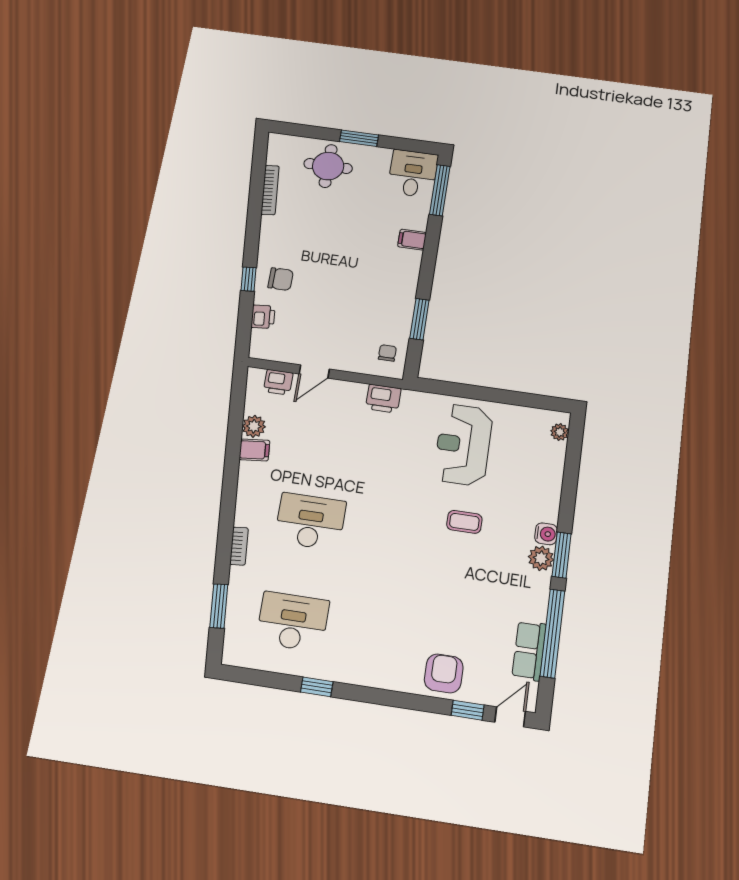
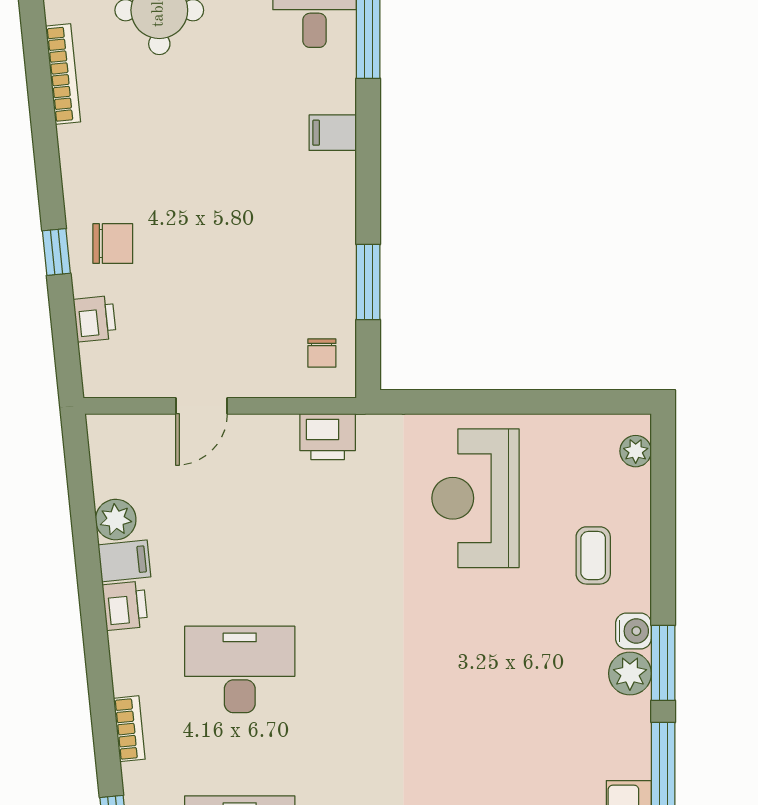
chair: (387, 353) -> (322, 353), turned 180
printer: (278, 382) -> (125, 606), moved, turned -96
coffee table: (464, 522) -> (593, 555), moved, turned 90

